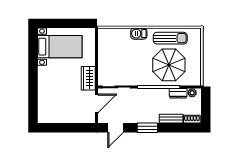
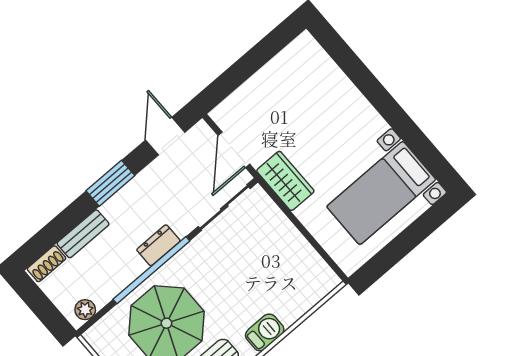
dresser: (178, 93) -> (158, 245), moved

